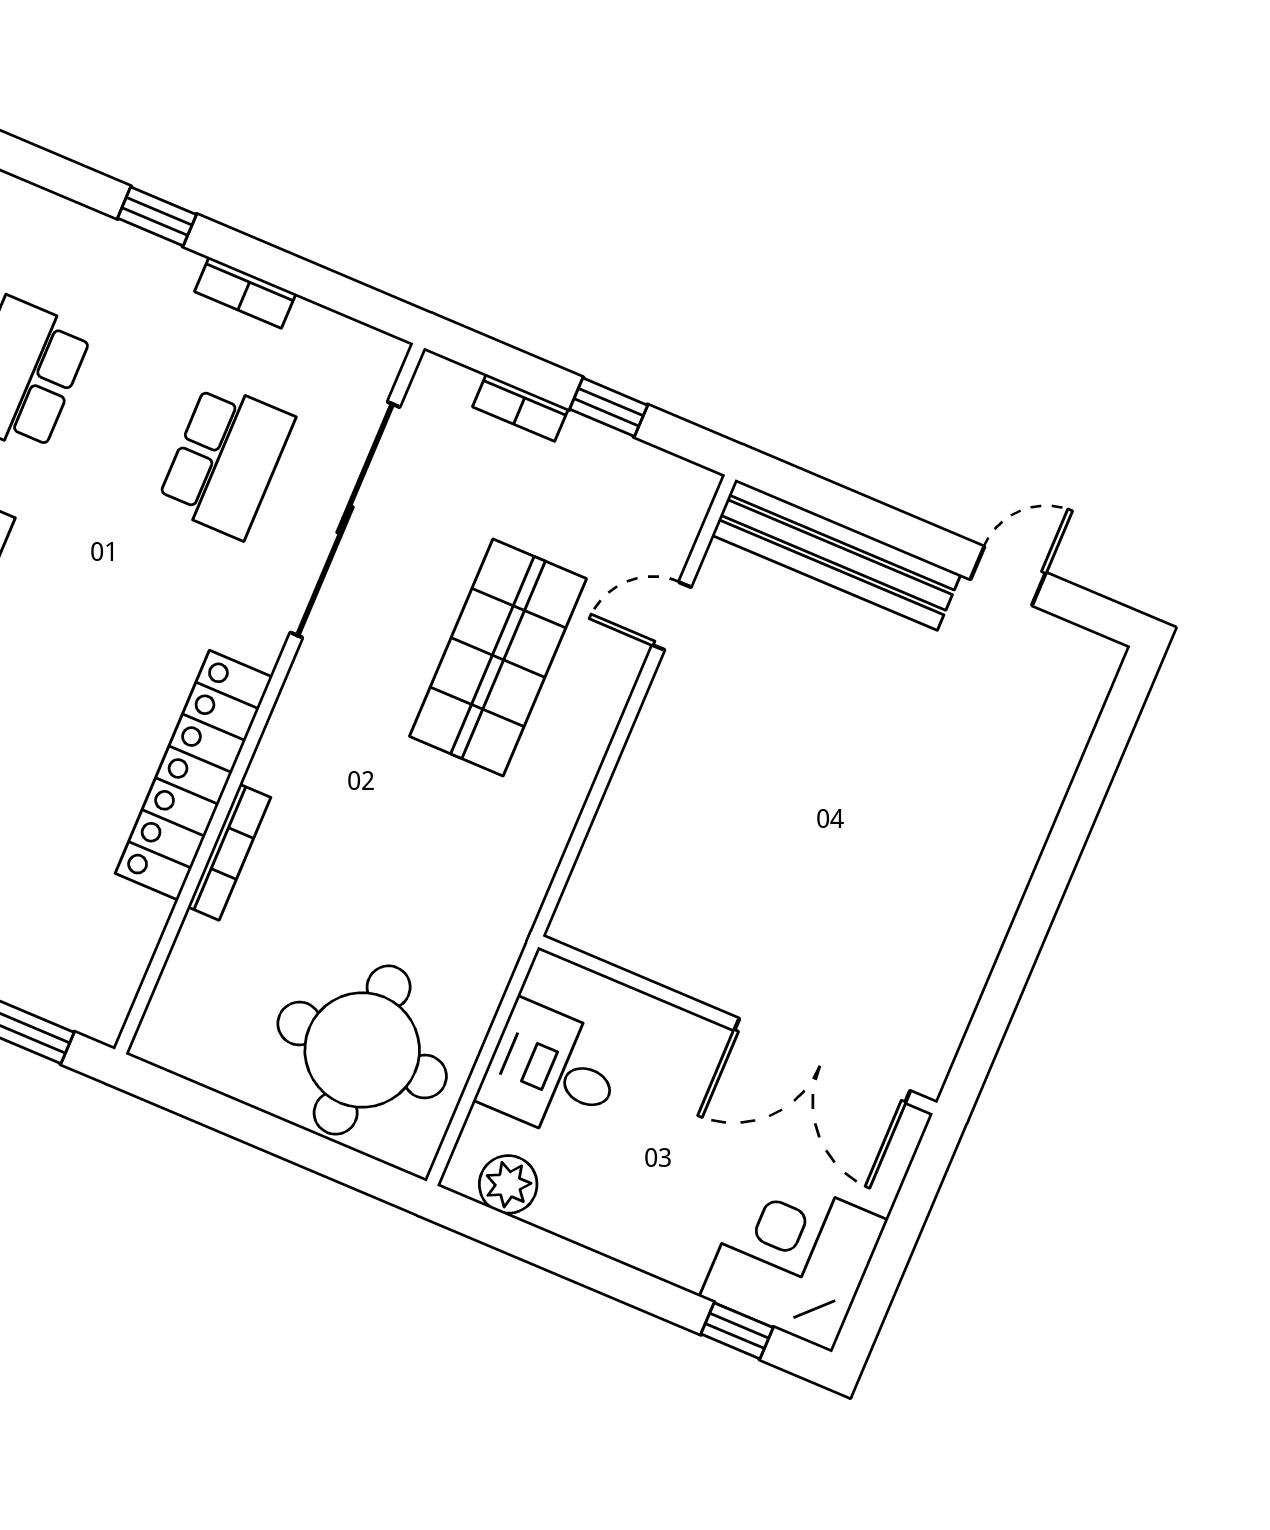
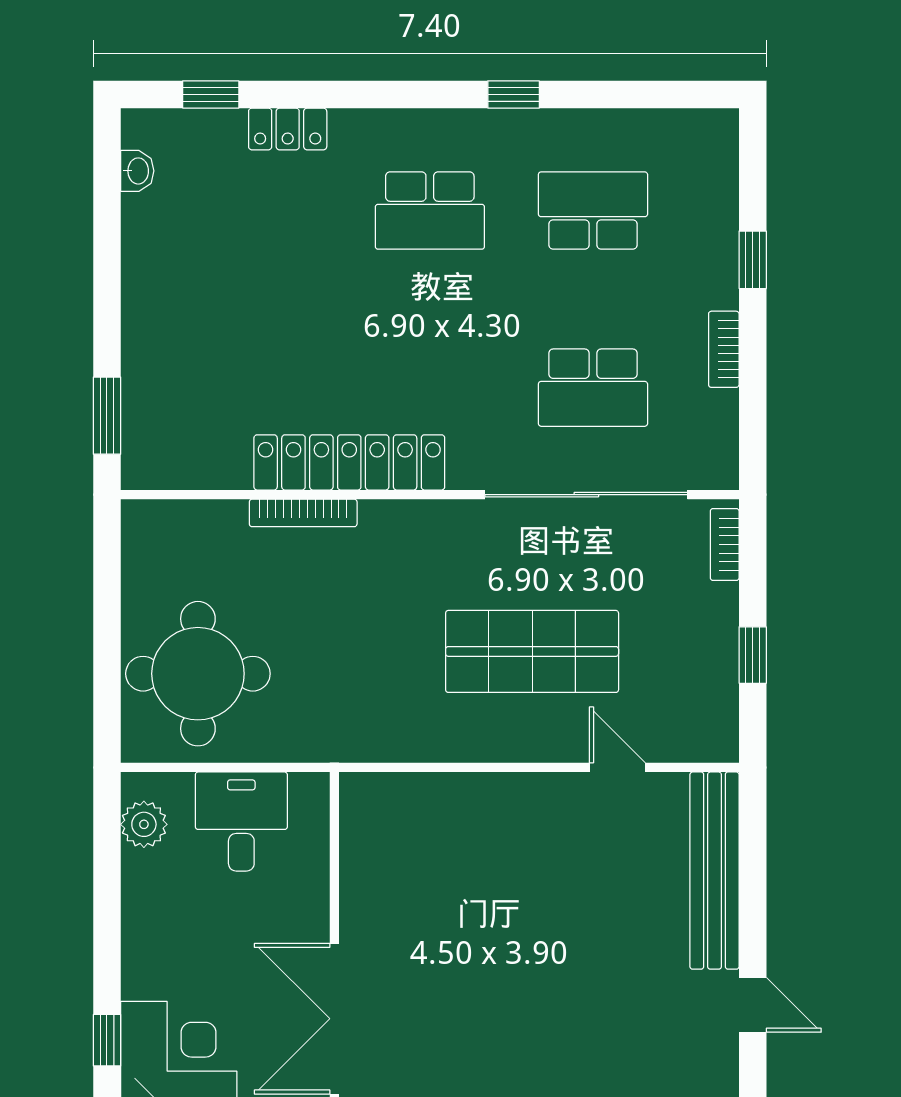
bookcase: (520, 408) -> (725, 544), moved

